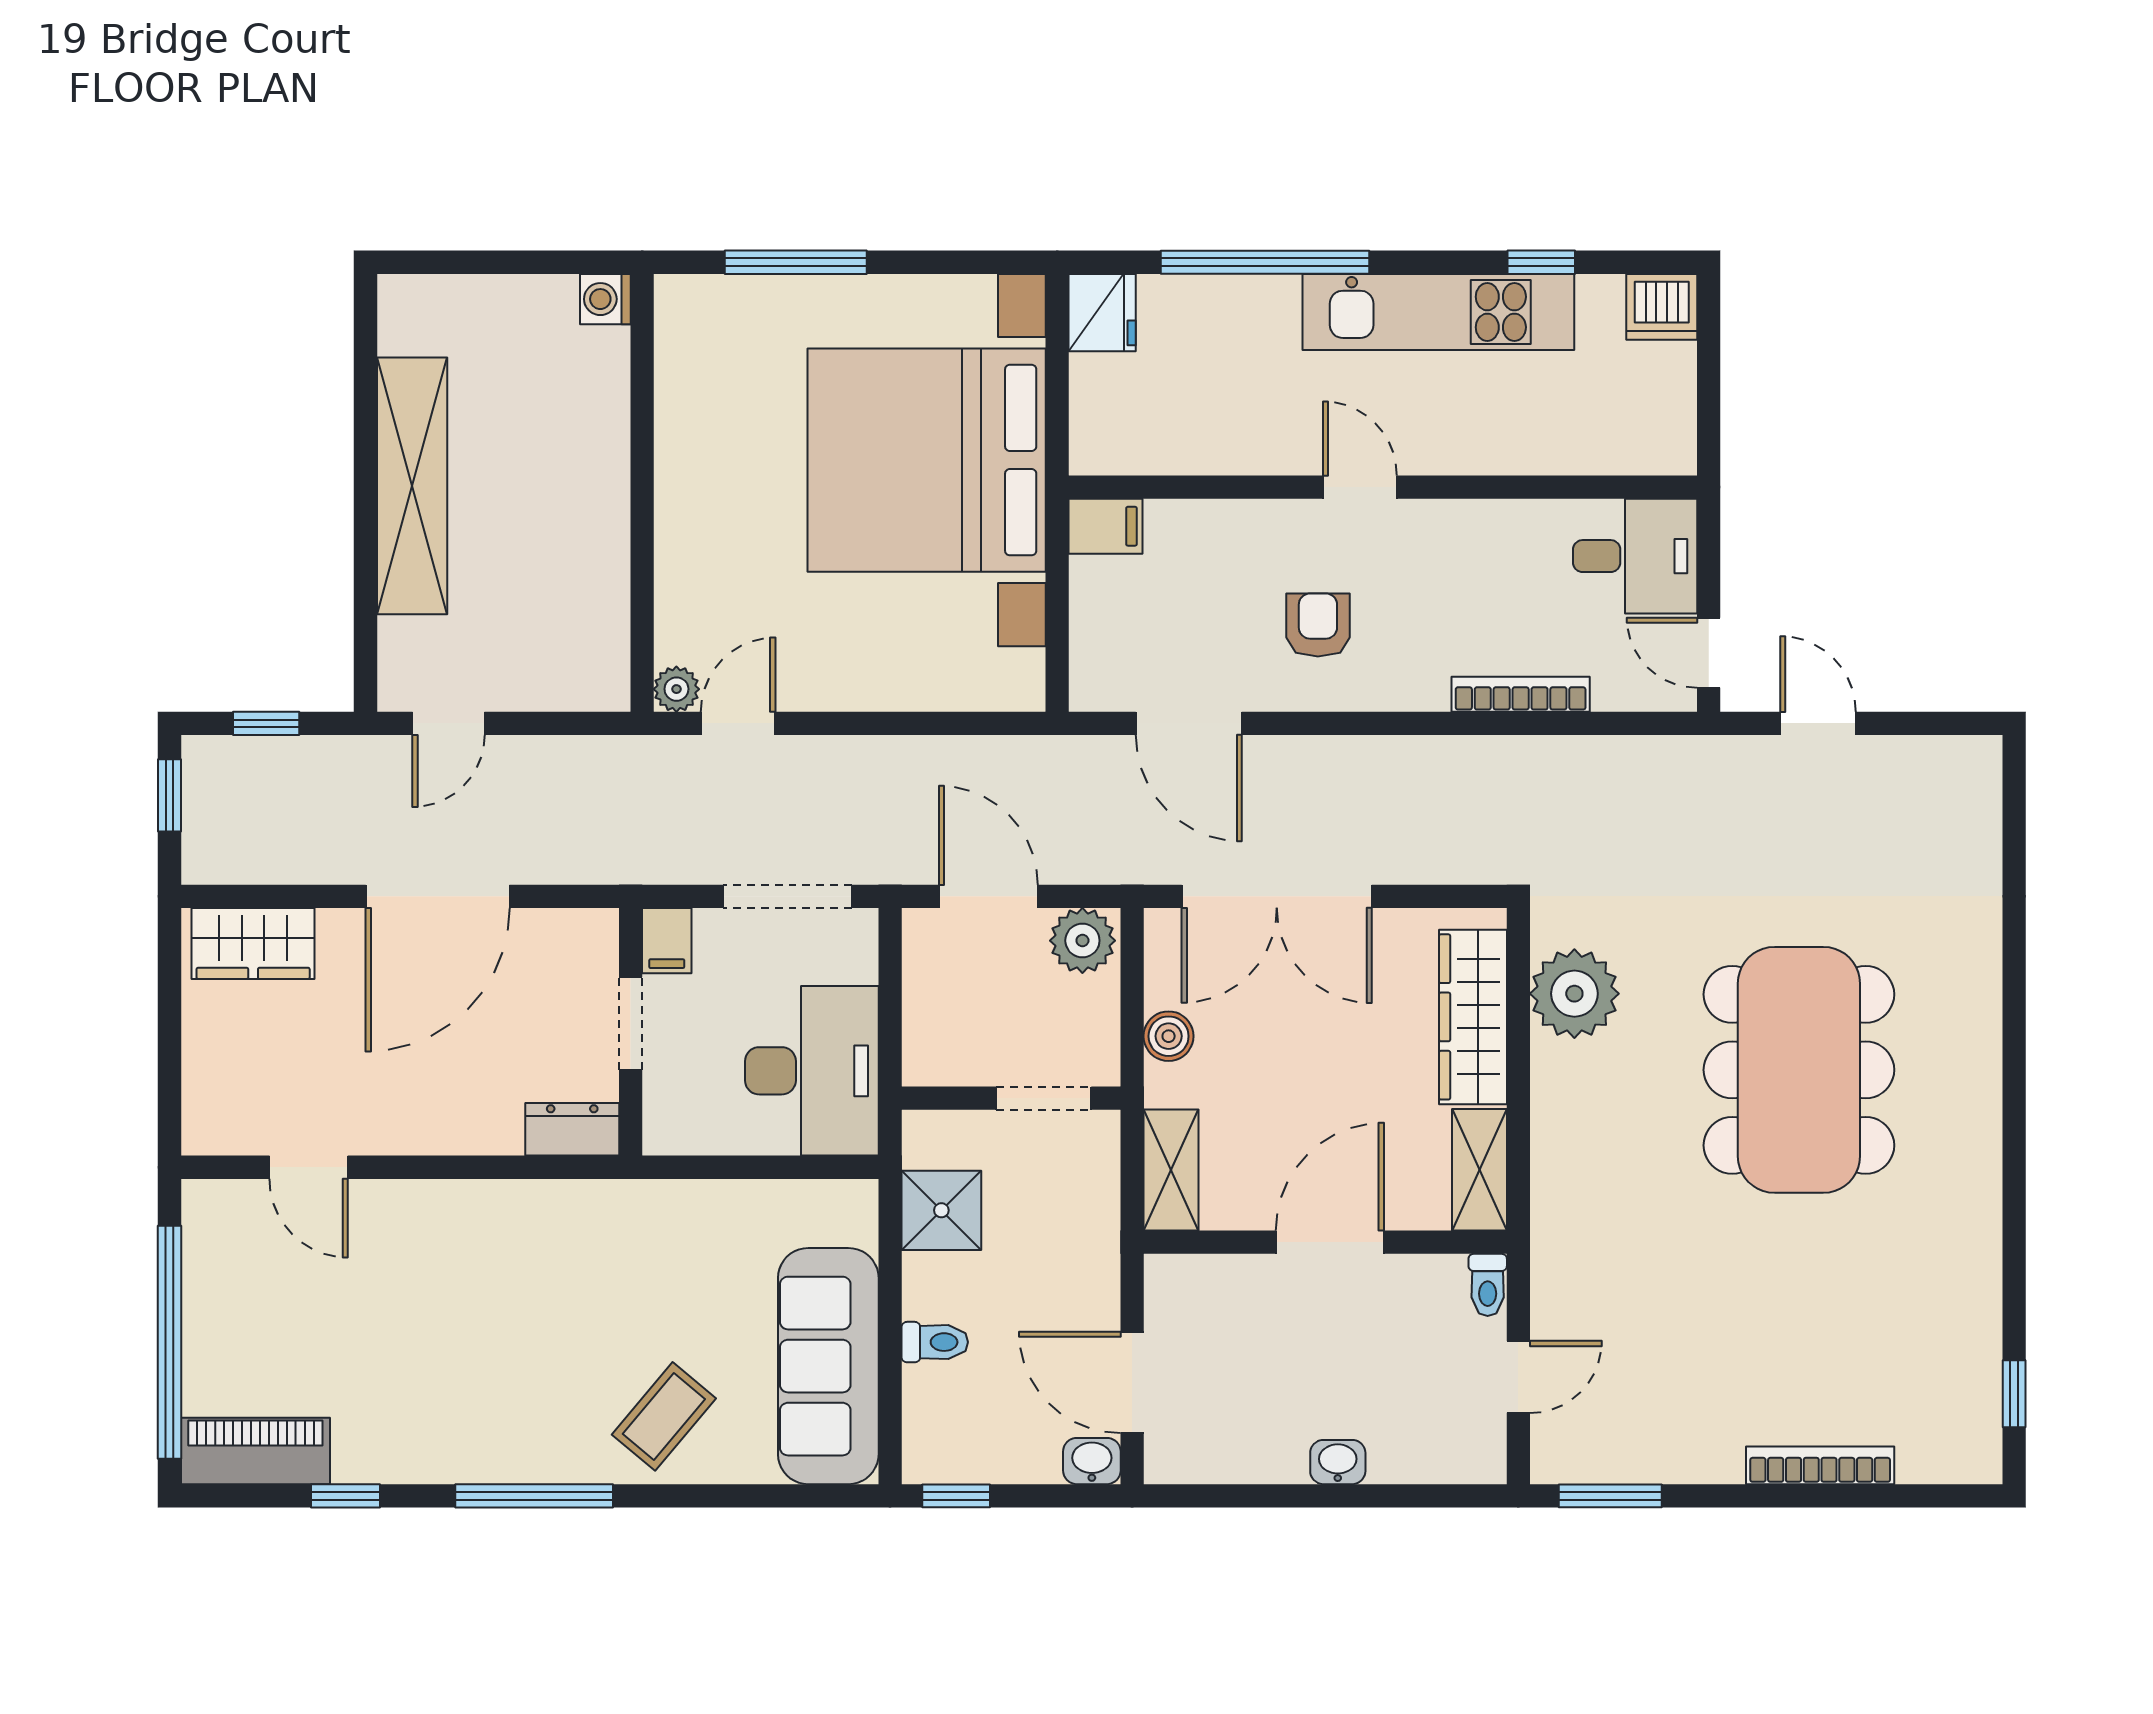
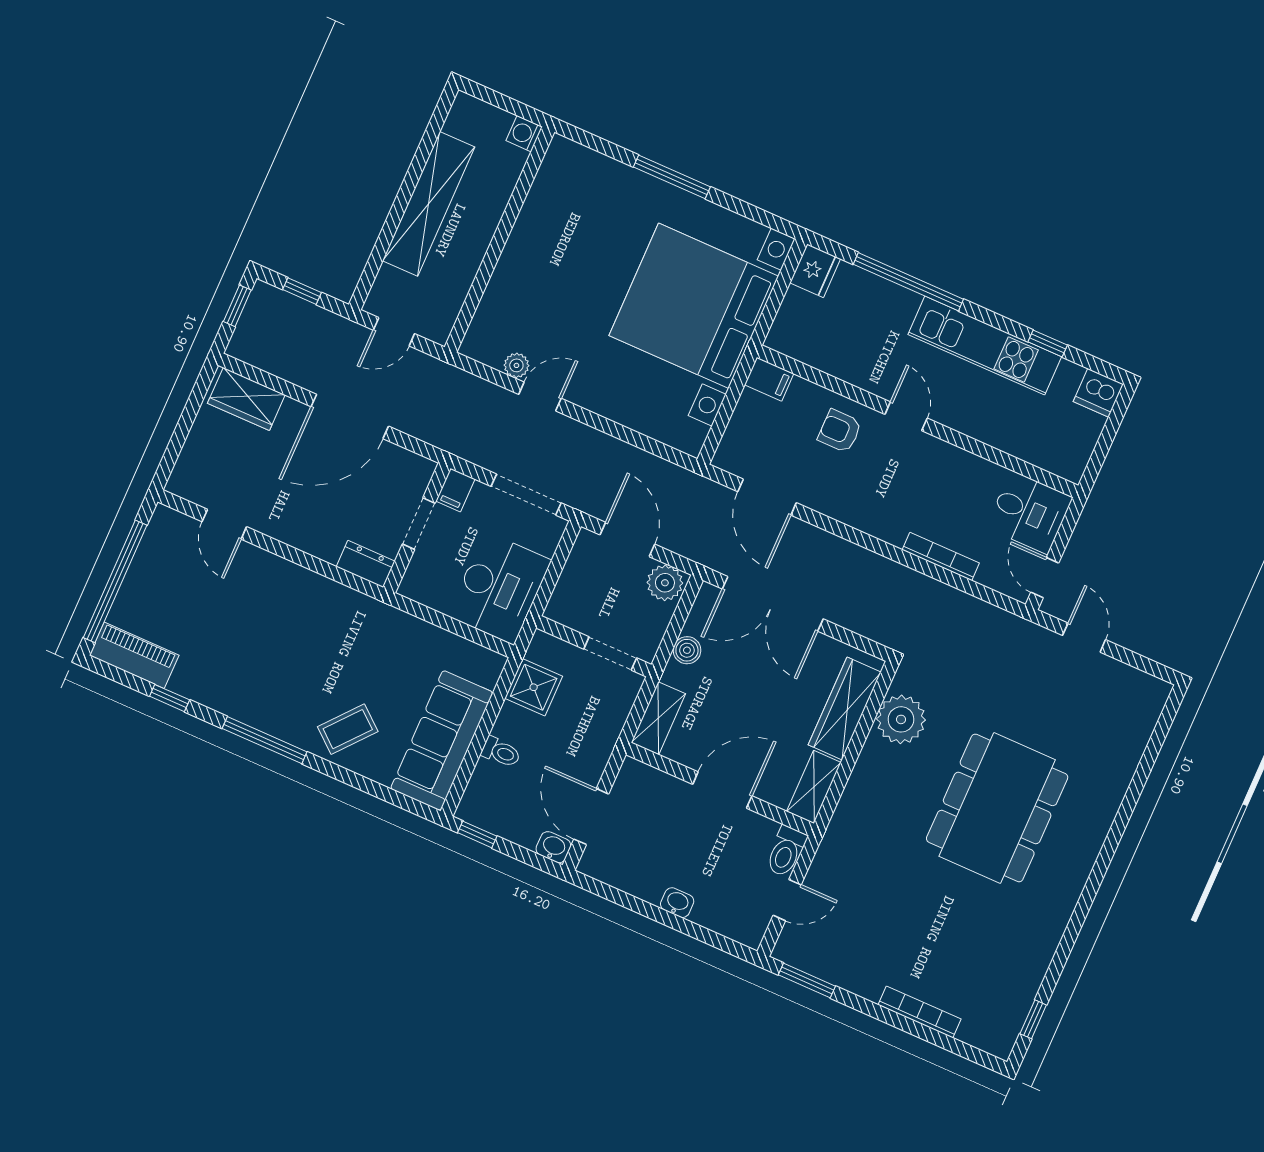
washing machine: (605, 299) -> (524, 134), moved
wall: (642, 493) -> (499, 240), moved
armchair: (1318, 625) -> (840, 431), moved, turned -90
toilet: (1488, 1285) -> (786, 851), width x1.37, depth x1.39

